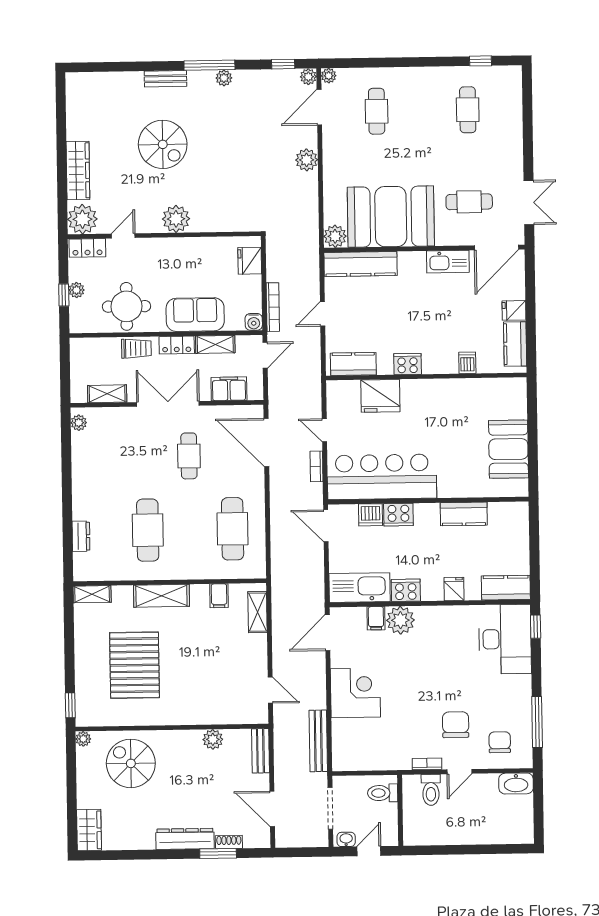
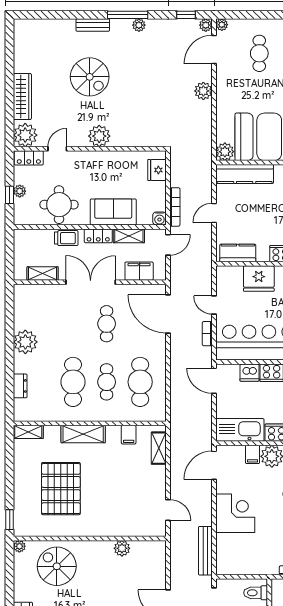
plant: (79, 423) -> (25, 342), moved, width x1.87, depth x1.87
cafe table: (190, 529) -> (107, 382), added
bench: (260, 751) -> (159, 558), removed

